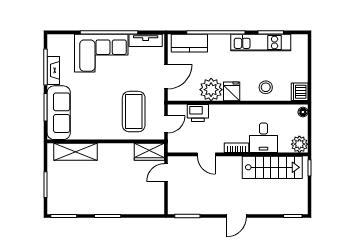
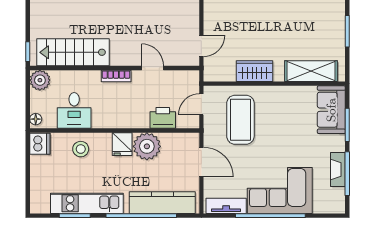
kitchen counter: (189, 43) -> (162, 203), width x1.50
door: (166, 77) -> (201, 162), swing flipped
sofa: (59, 113) -> (331, 110), width x0.73
desk: (264, 138) -> (74, 110), moved, turned 180
wardrobe: (149, 152) -> (255, 71), moved

